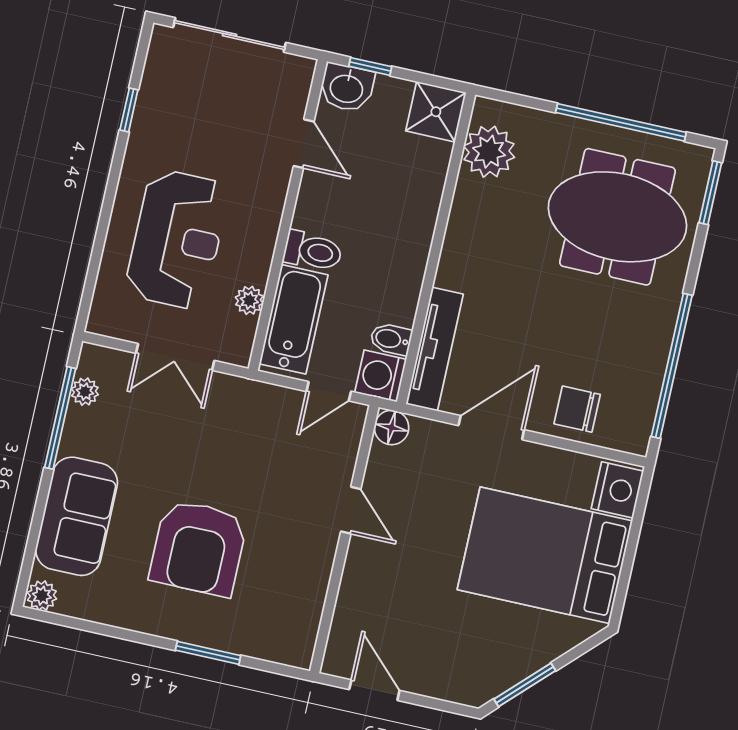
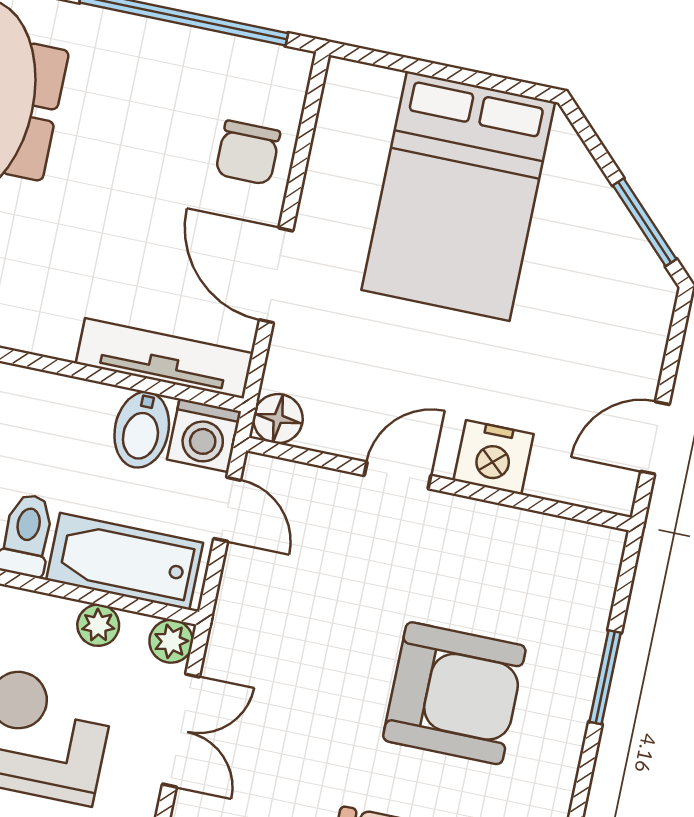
bidet: (391, 339) -> (142, 430), width x1.38, depth x1.36
plant: (237, 351) -> (171, 641), added
nightstand: (617, 490) -> (494, 457), moved, turned 180

